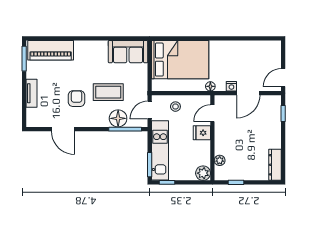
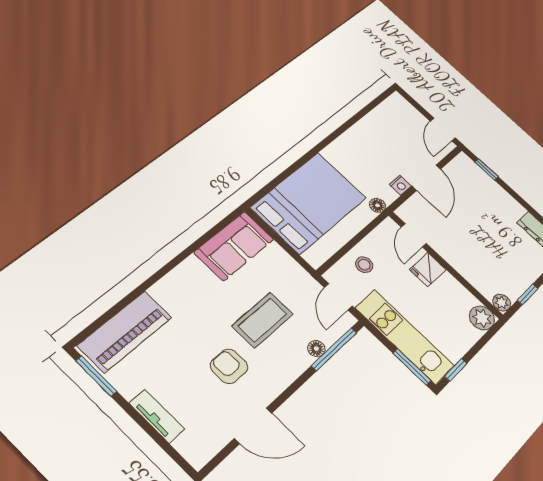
floor lamp: (118, 118) -> (316, 349), width x0.53, depth x0.53
plant: (220, 160) -> (502, 303), moved

